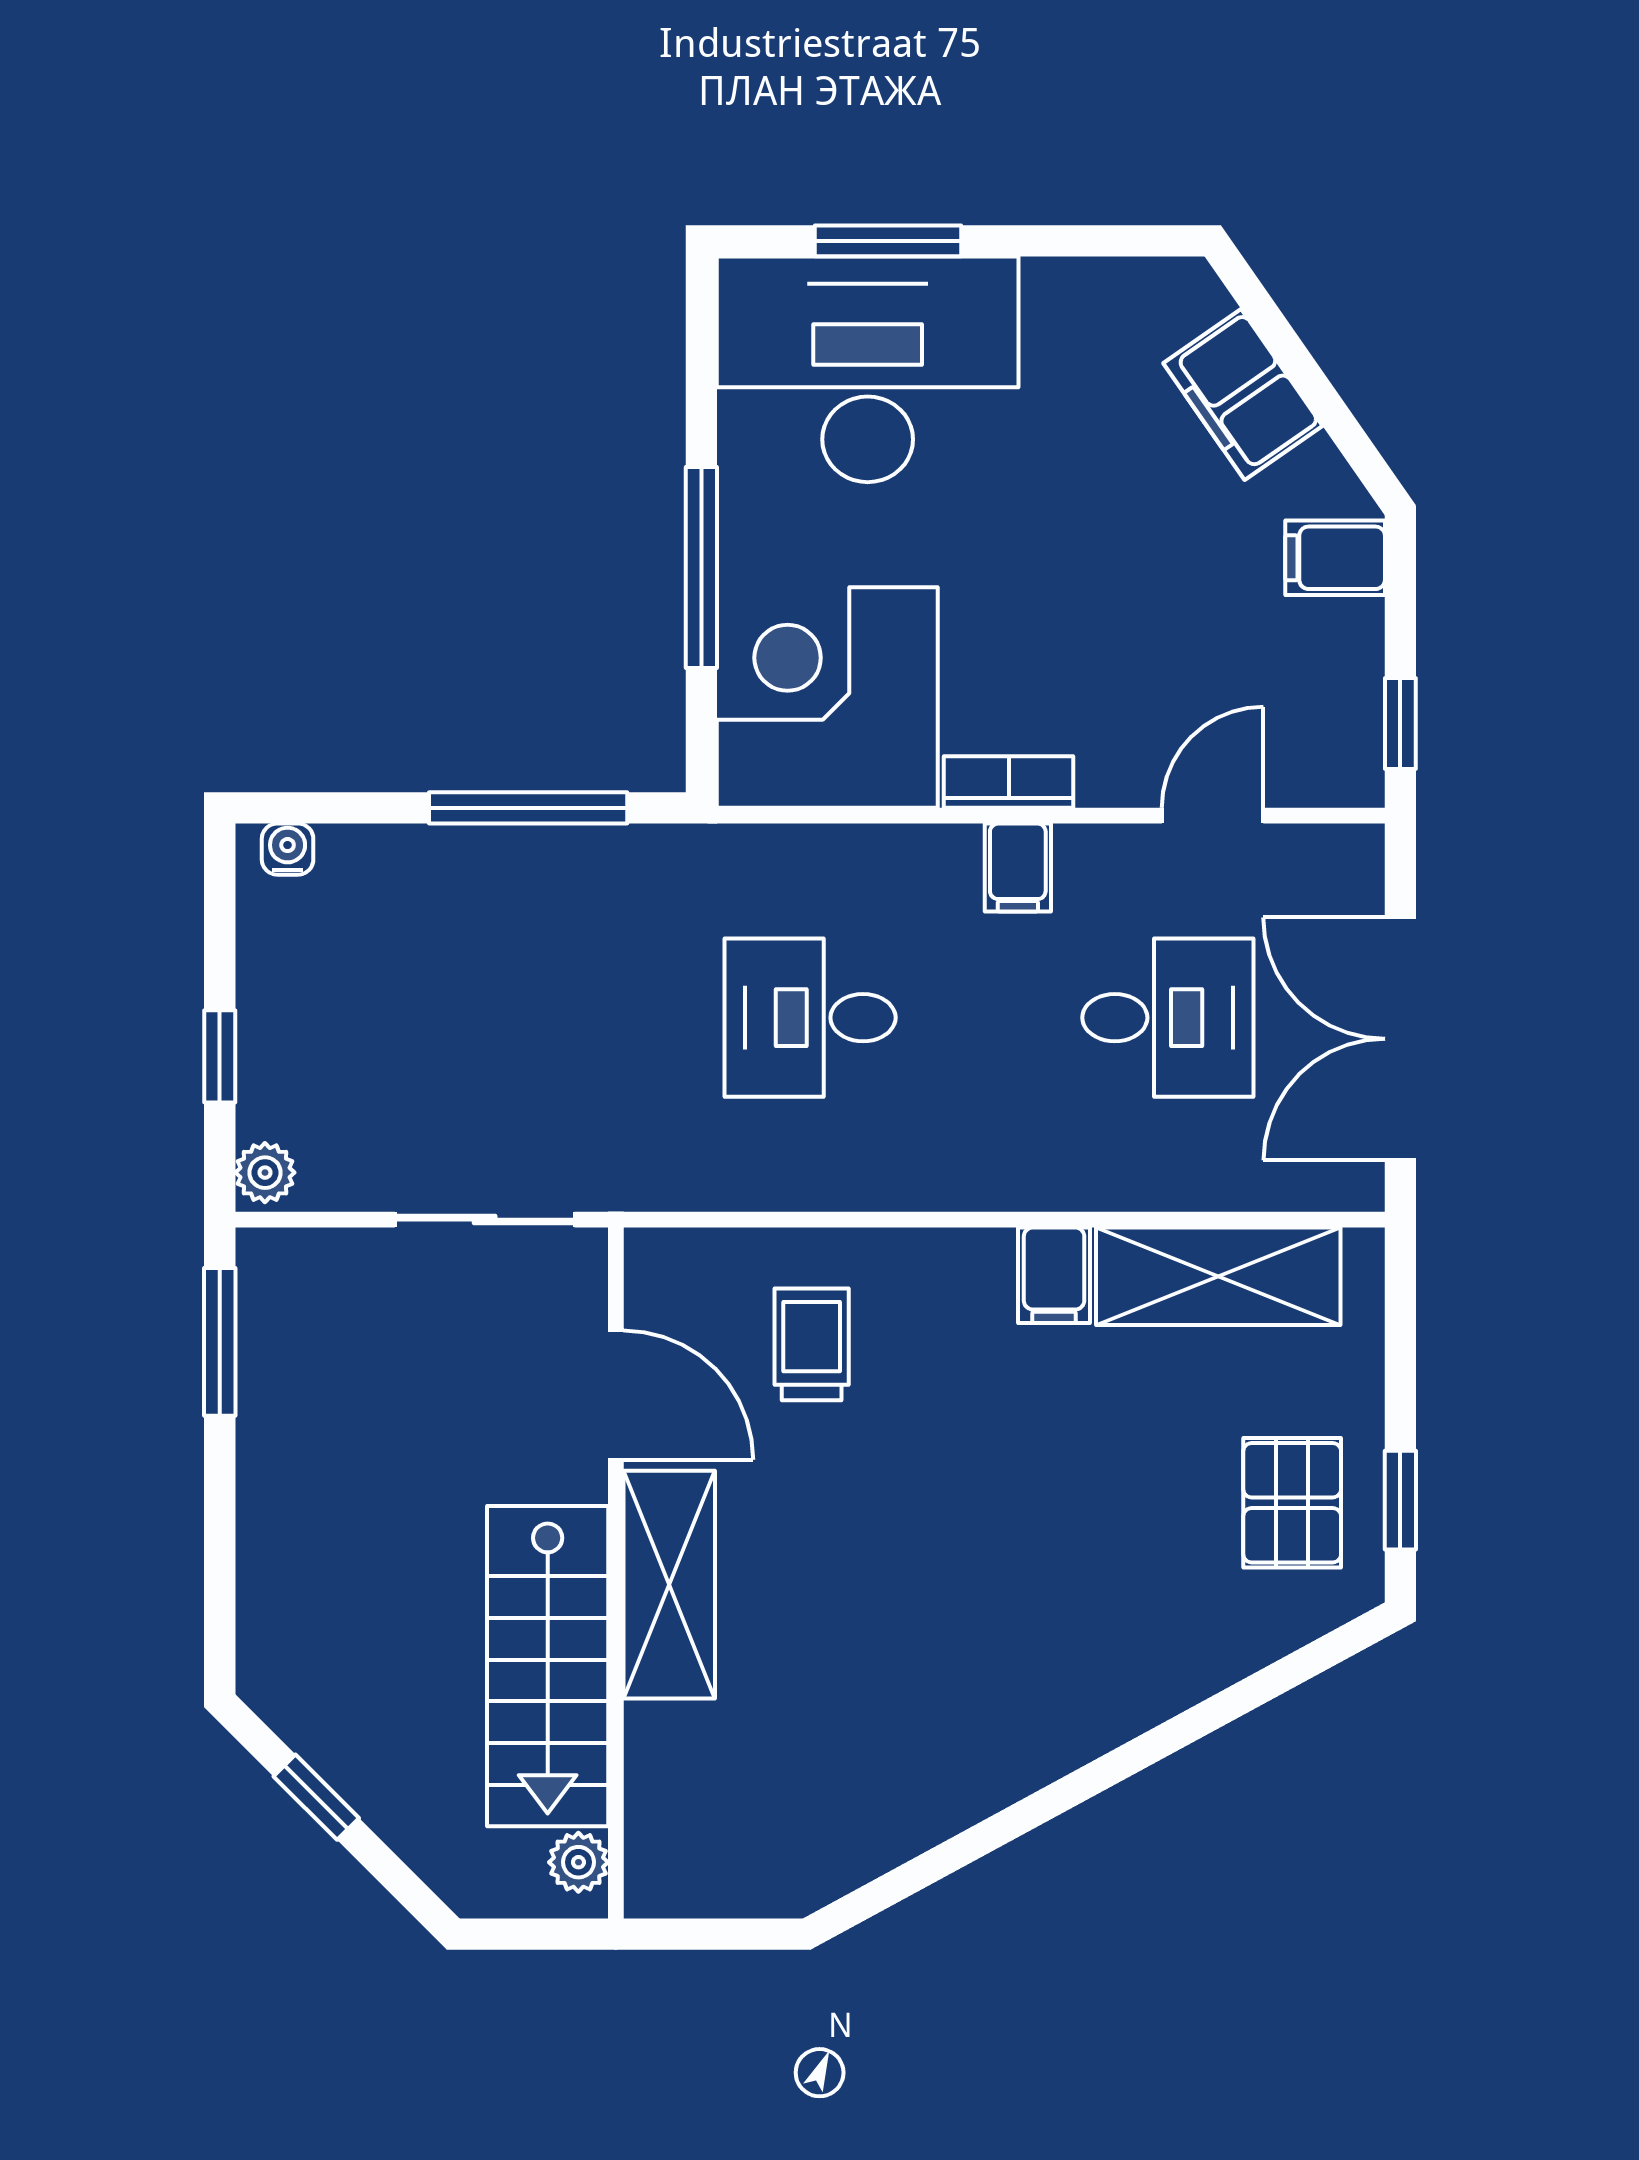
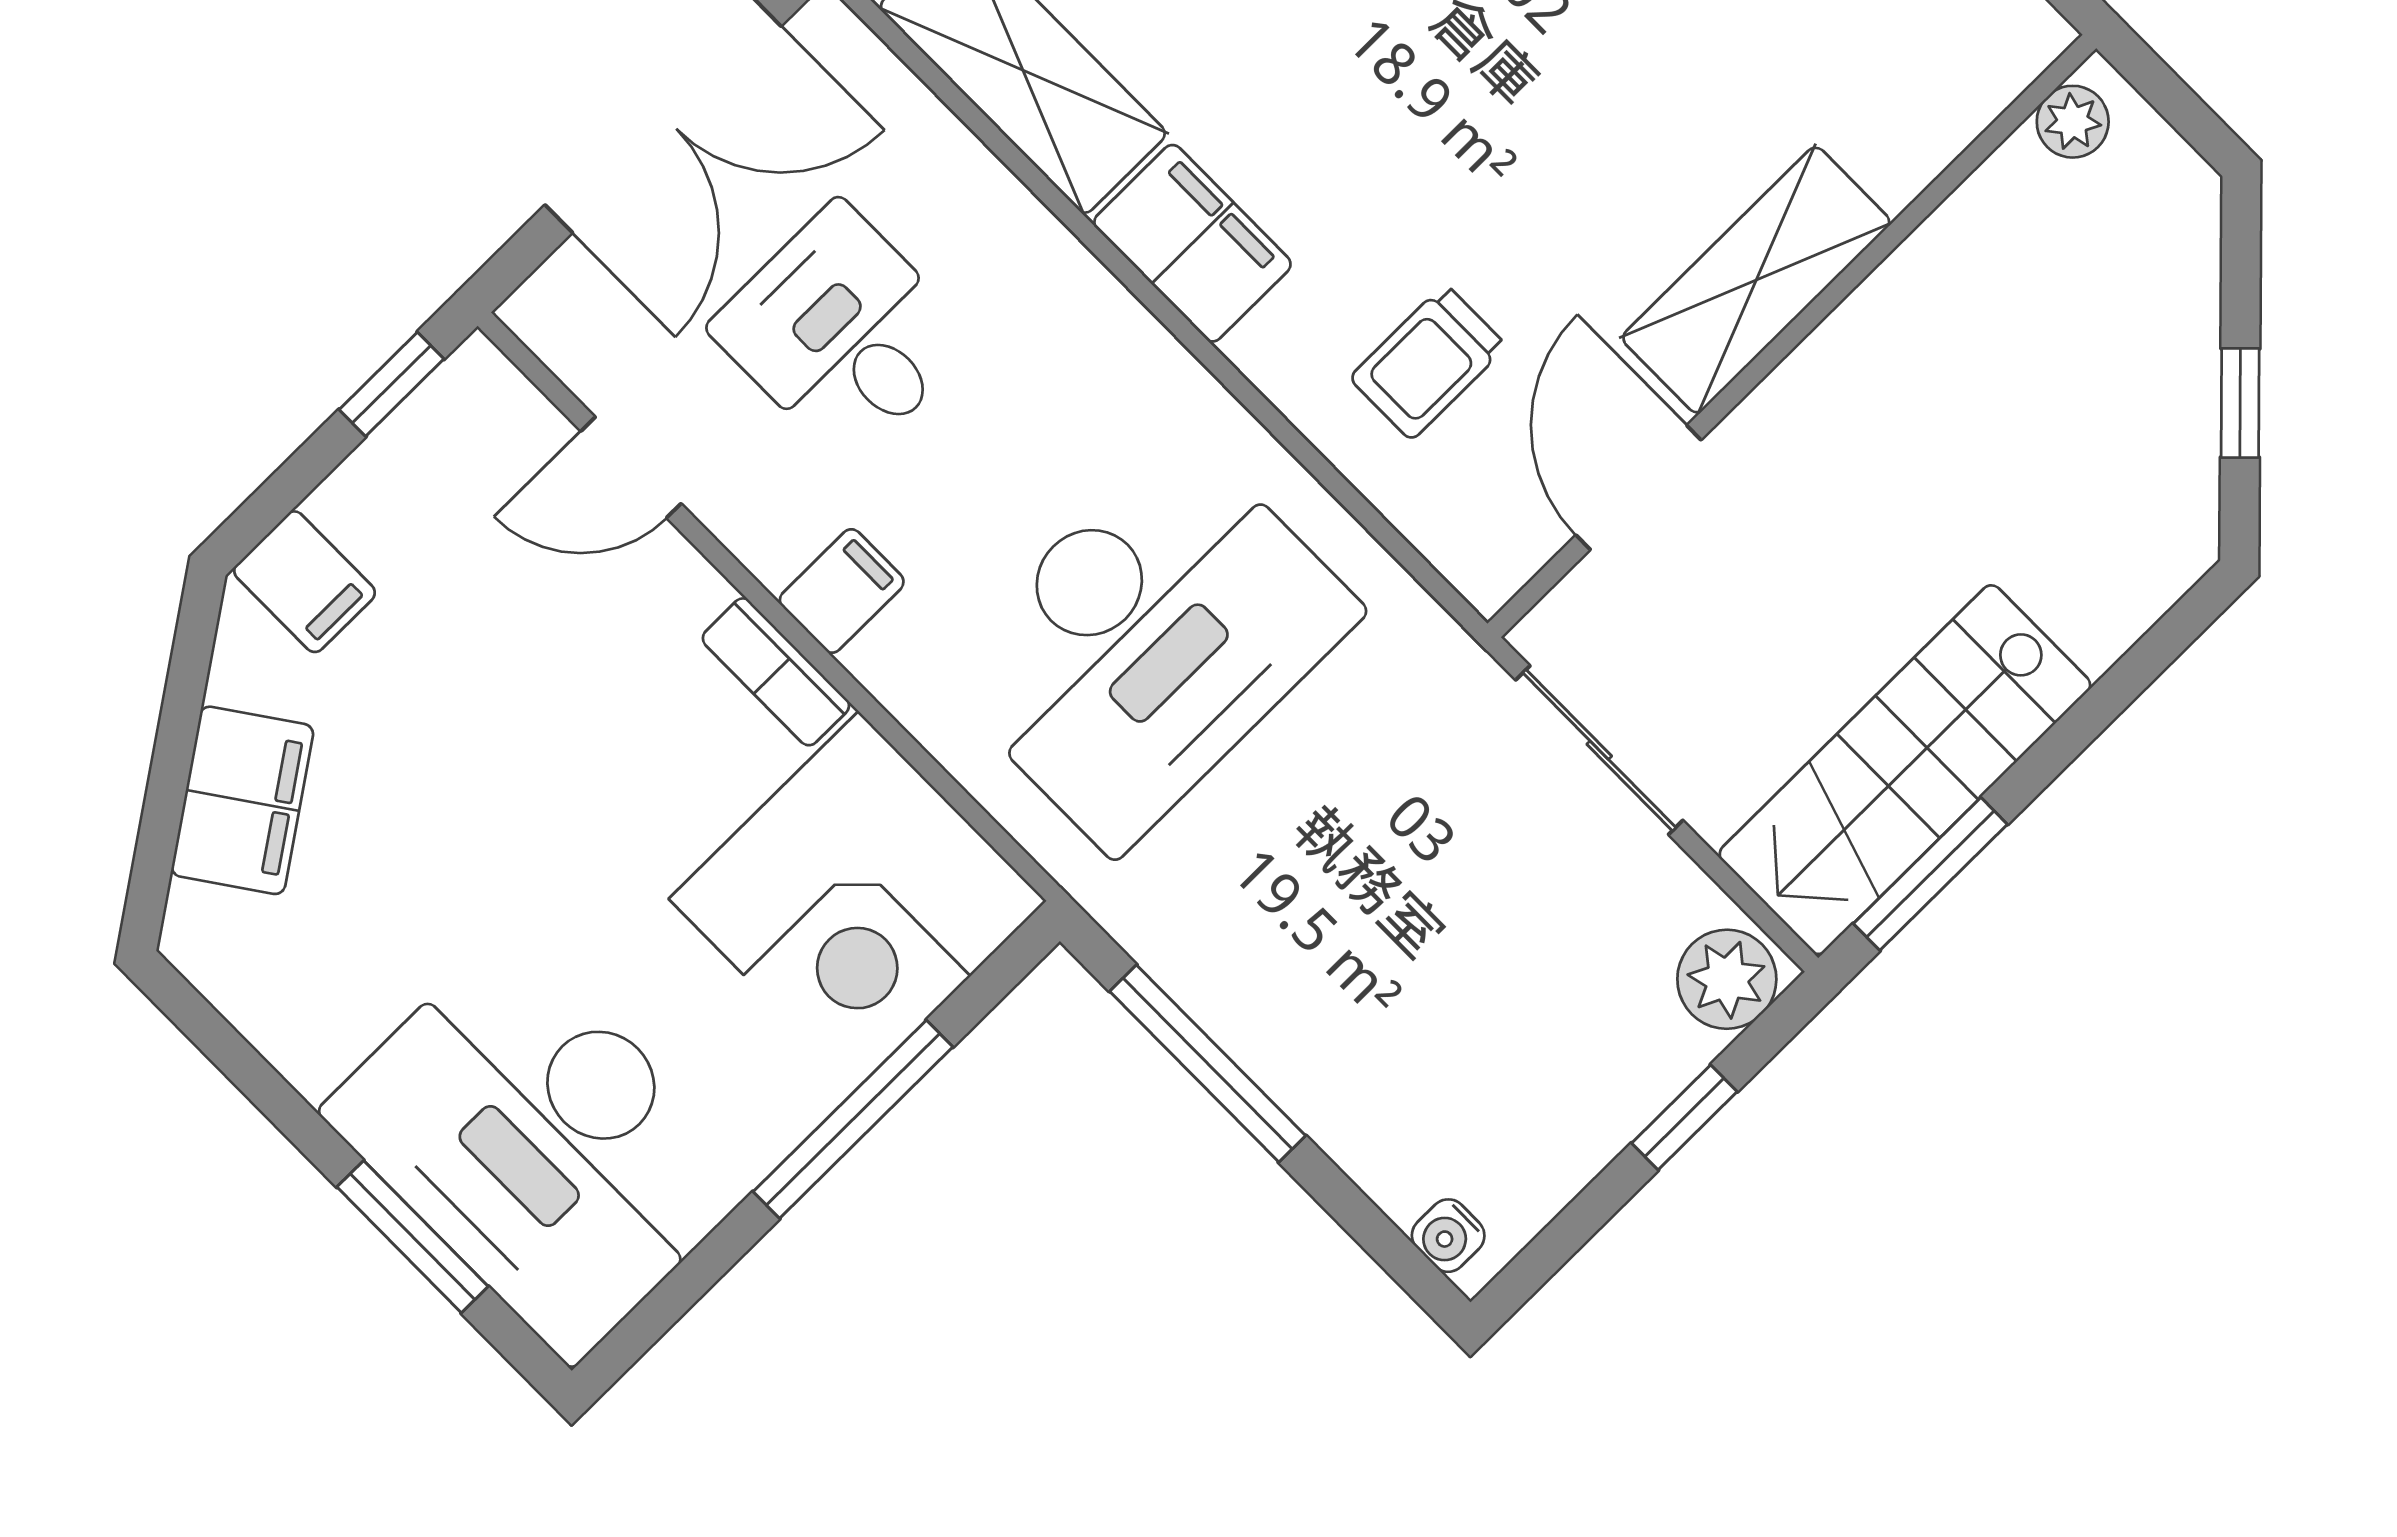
desk: (810, 1018) -> (1148, 642), width x1.87, depth x1.30
plant: (265, 1173) -> (1727, 979), width x1.38, depth x1.38
filing cabinet: (1054, 1275) -> (1192, 243), width x2.00
stairs: (548, 1666) -> (1905, 770), moved, turned 180

